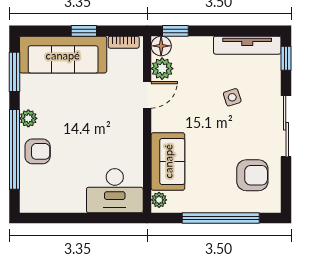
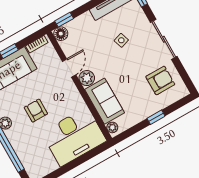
plant: (162, 69) -> (87, 78), moved
armchair: (38, 151) -> (36, 111), moved, turned -90
desk: (115, 191) -> (74, 137), width x1.36, depth x1.30
window: (221, 218) -> (156, 117), width x0.32

